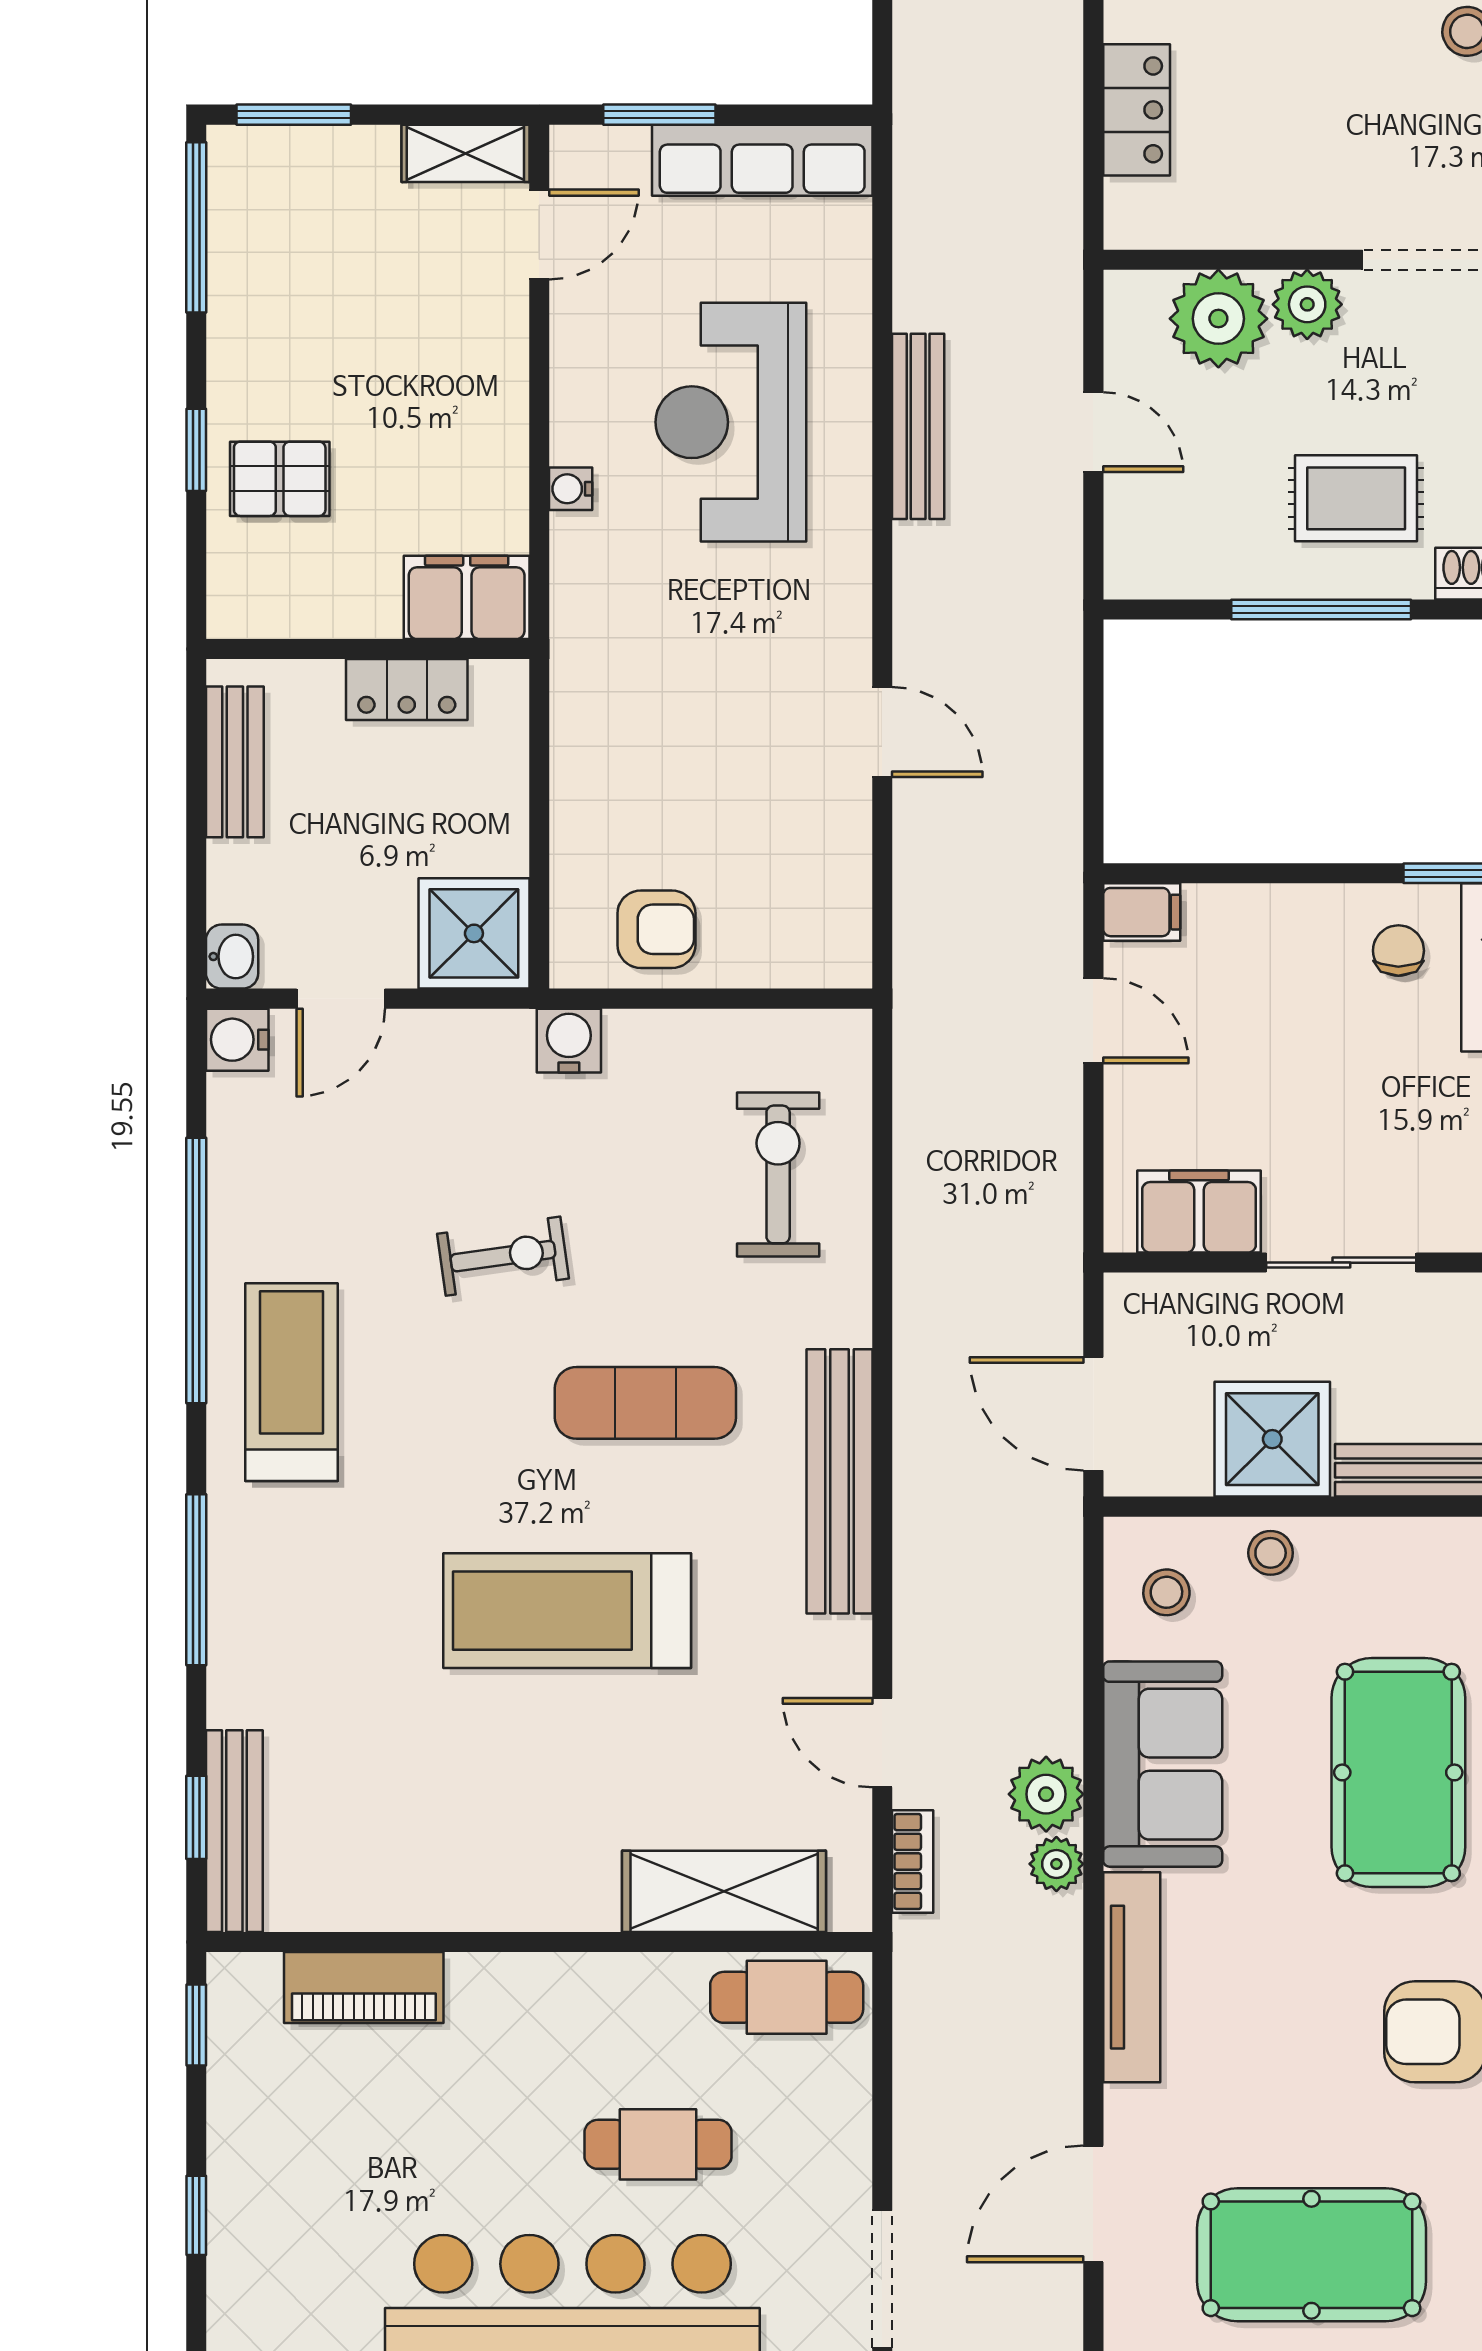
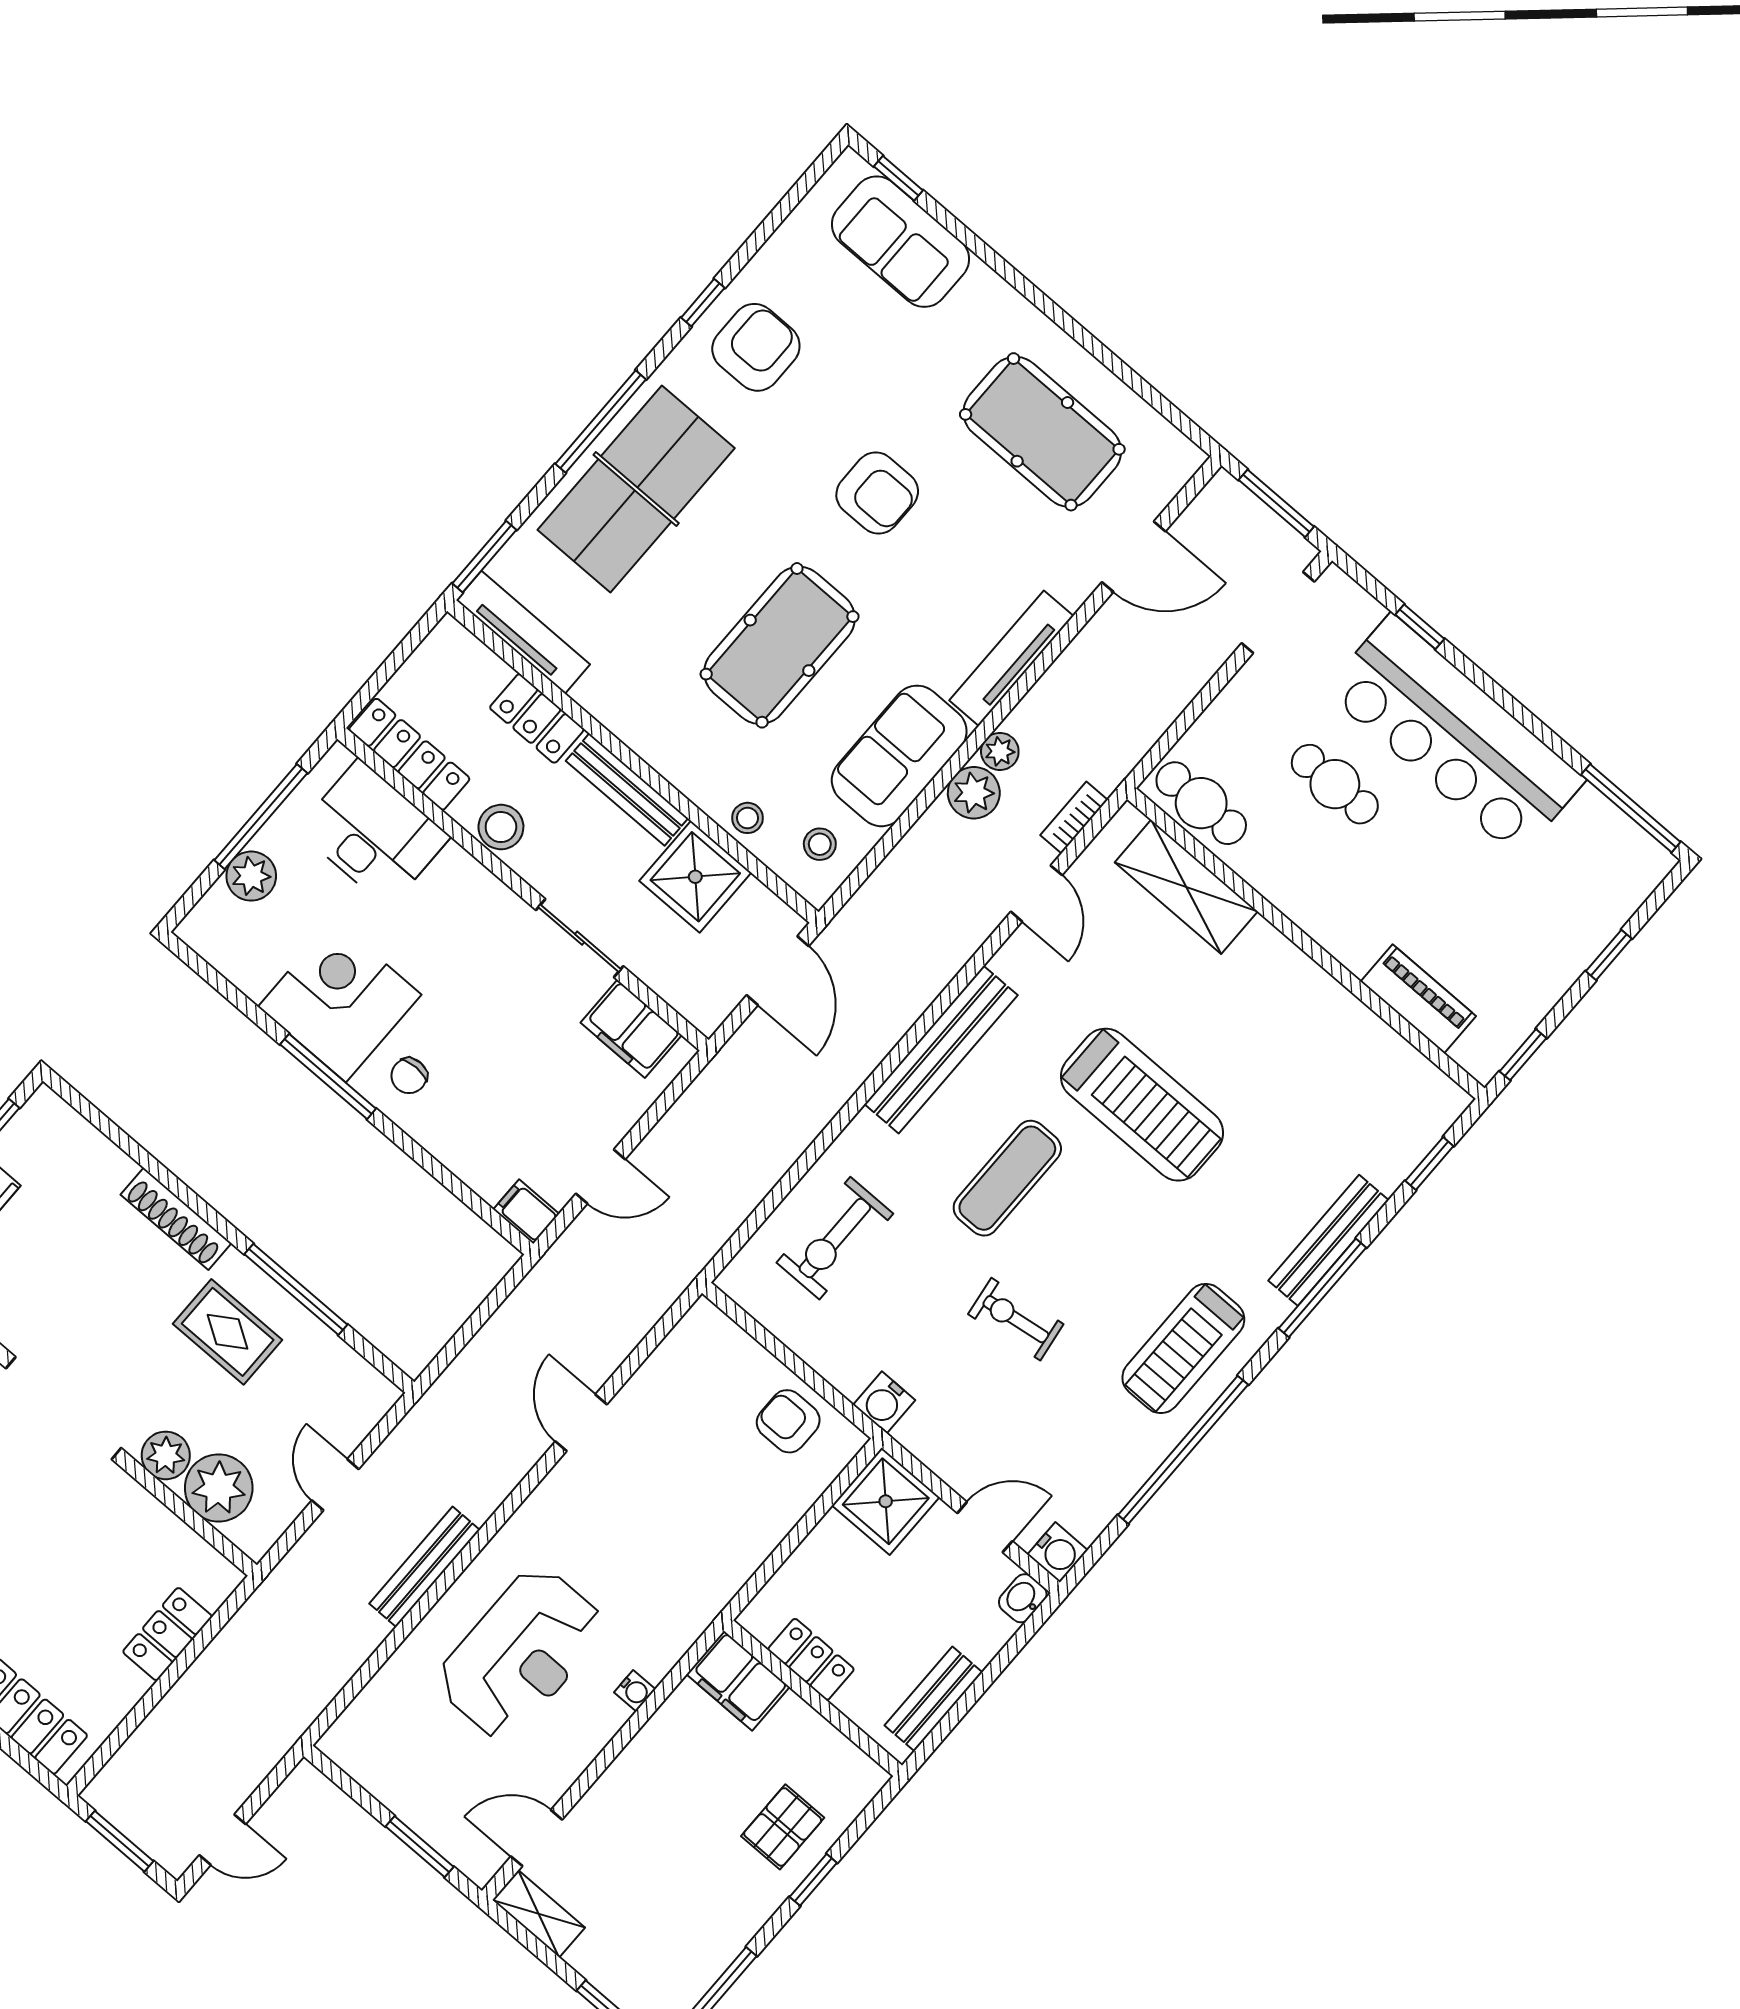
row of seats: (762, 160) -> (386, 1776), removed
pallet: (280, 479) -> (783, 1827), turned 90
door: (1093, 1021) -> (601, 1176), swing flipped
exercise mat: (645, 1403) -> (1007, 1178), turned 90
bench: (234, 1831) -> (1328, 1240), moved

